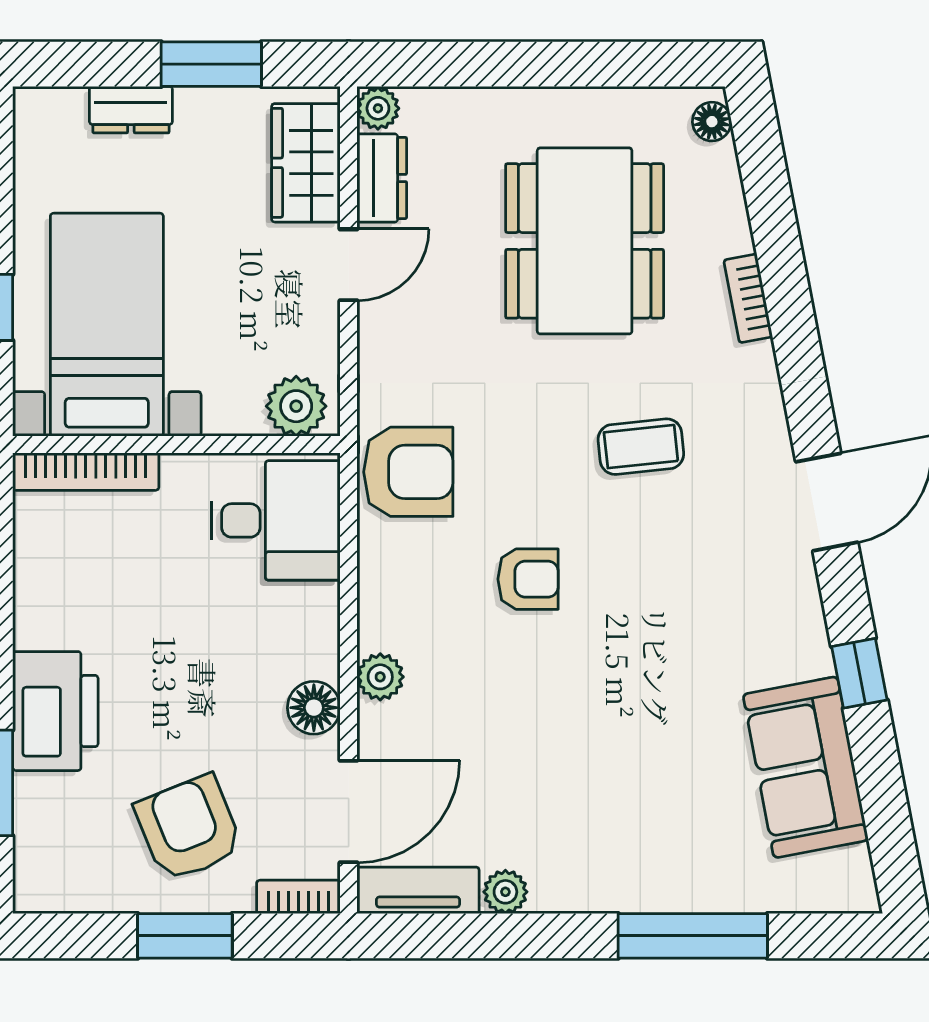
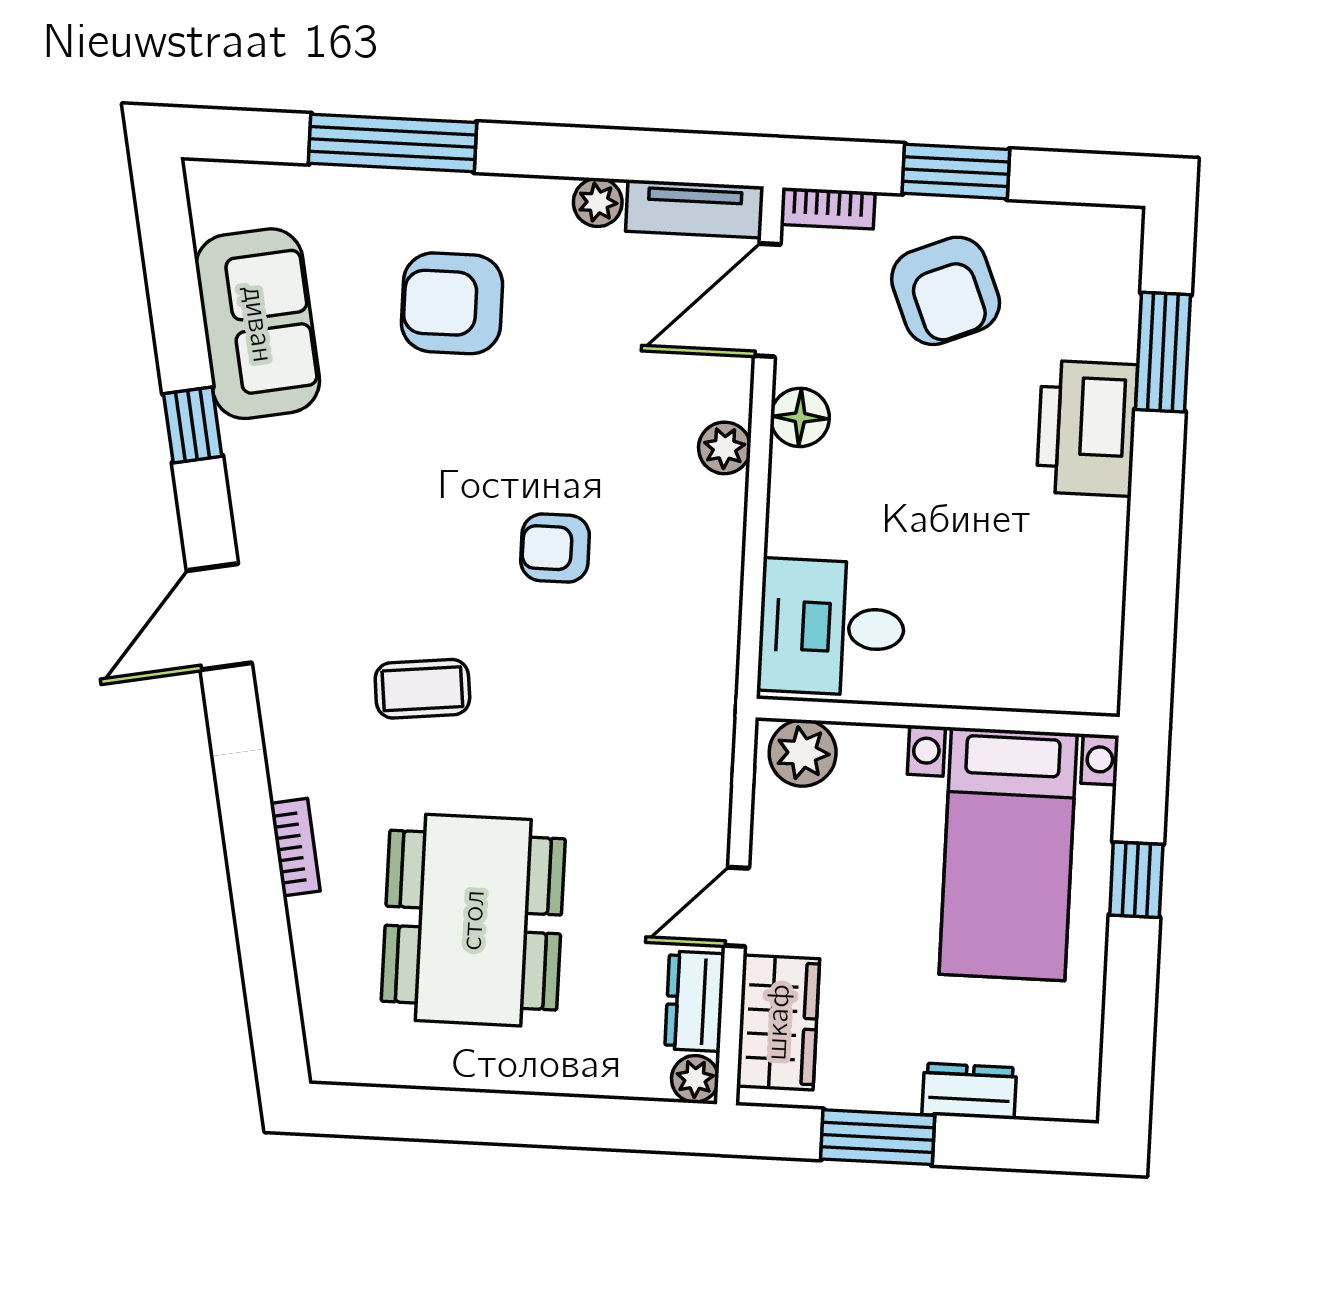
floor lamp: (712, 122) -> (325, 1045), removed
bookcase: (86, 472) -> (1040, 692), removed
armchair: (408, 472) -> (452, 303), moved

